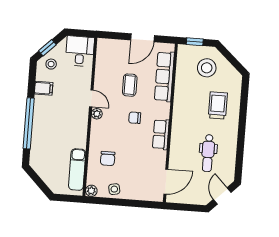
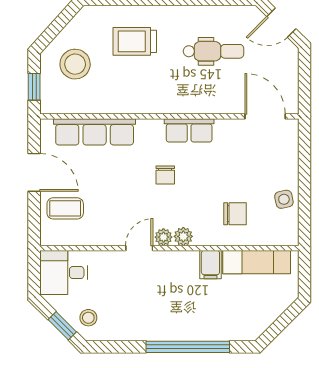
coffee table: (130, 85) -> (65, 208), moved
filing cabinet: (44, 88) -> (210, 265), moved, turned 180
plant: (91, 191) -> (183, 236), moved

